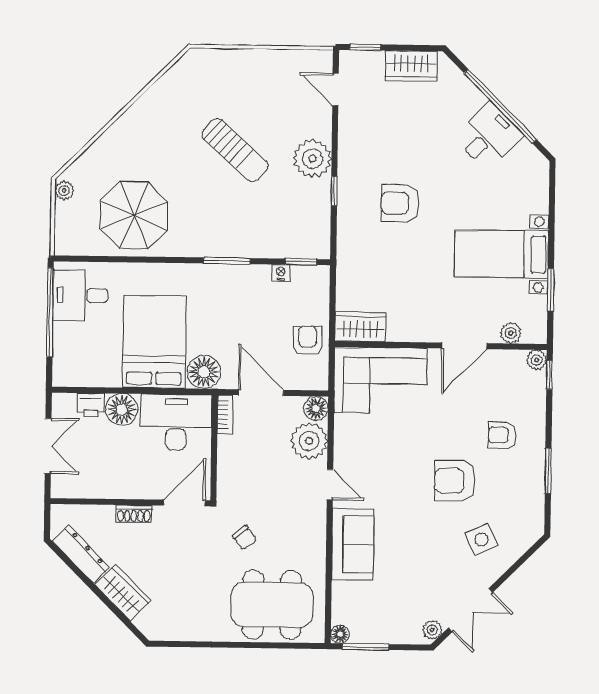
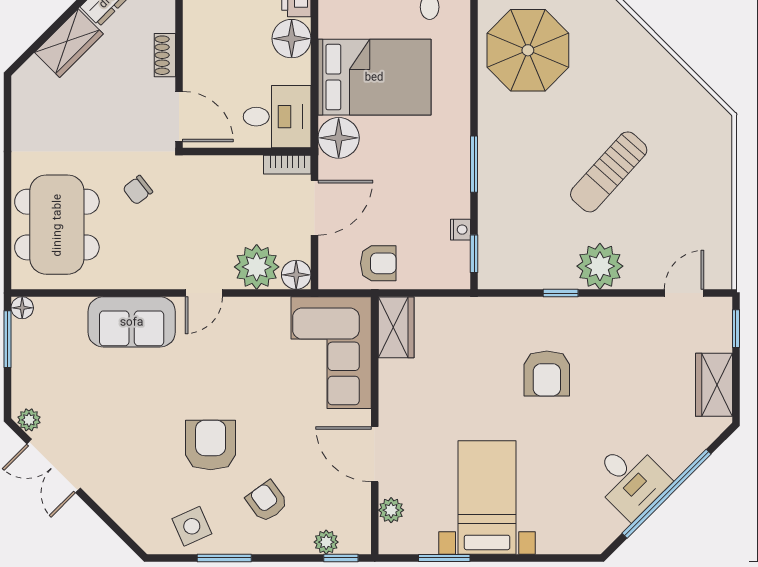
armchair: (400, 203) -> (547, 374), turned 180
plant: (537, 360) -> (326, 542), moved
desk: (176, 422) -> (277, 117), width x0.73
armchair: (502, 435) -> (267, 501), turned -36
side table: (481, 539) -> (192, 526), moved

